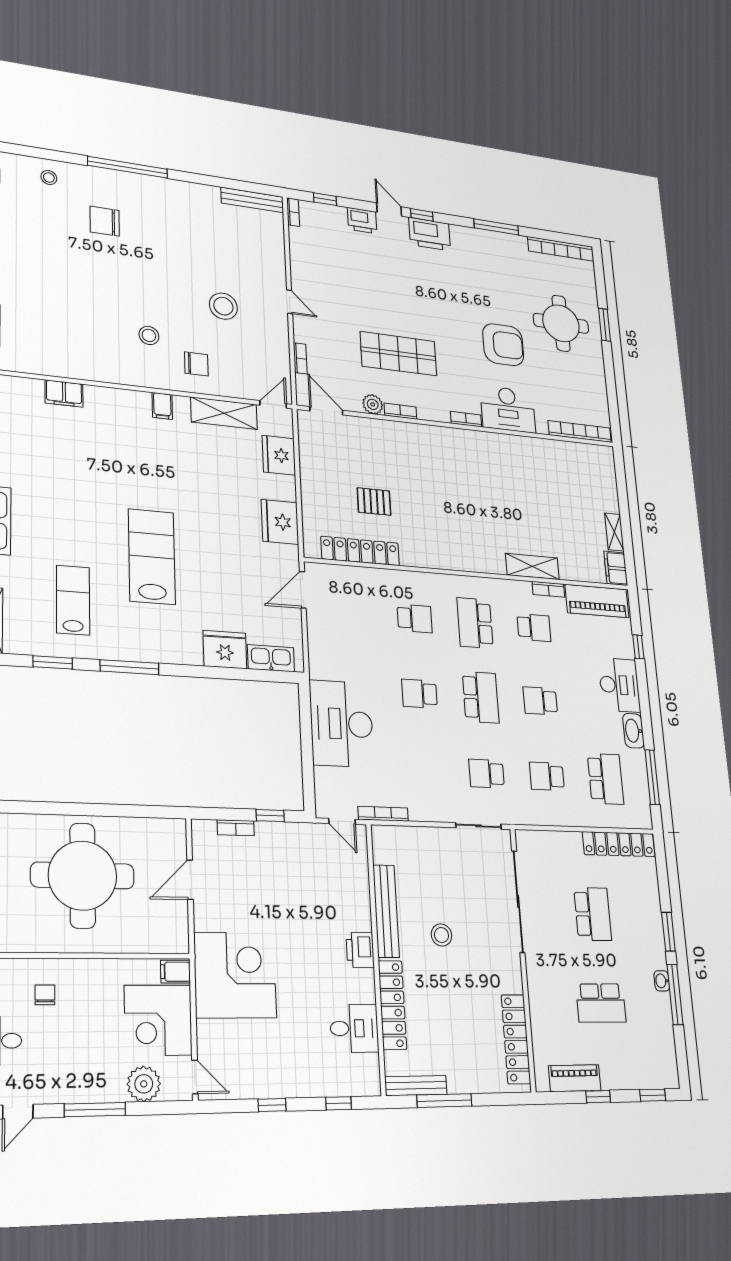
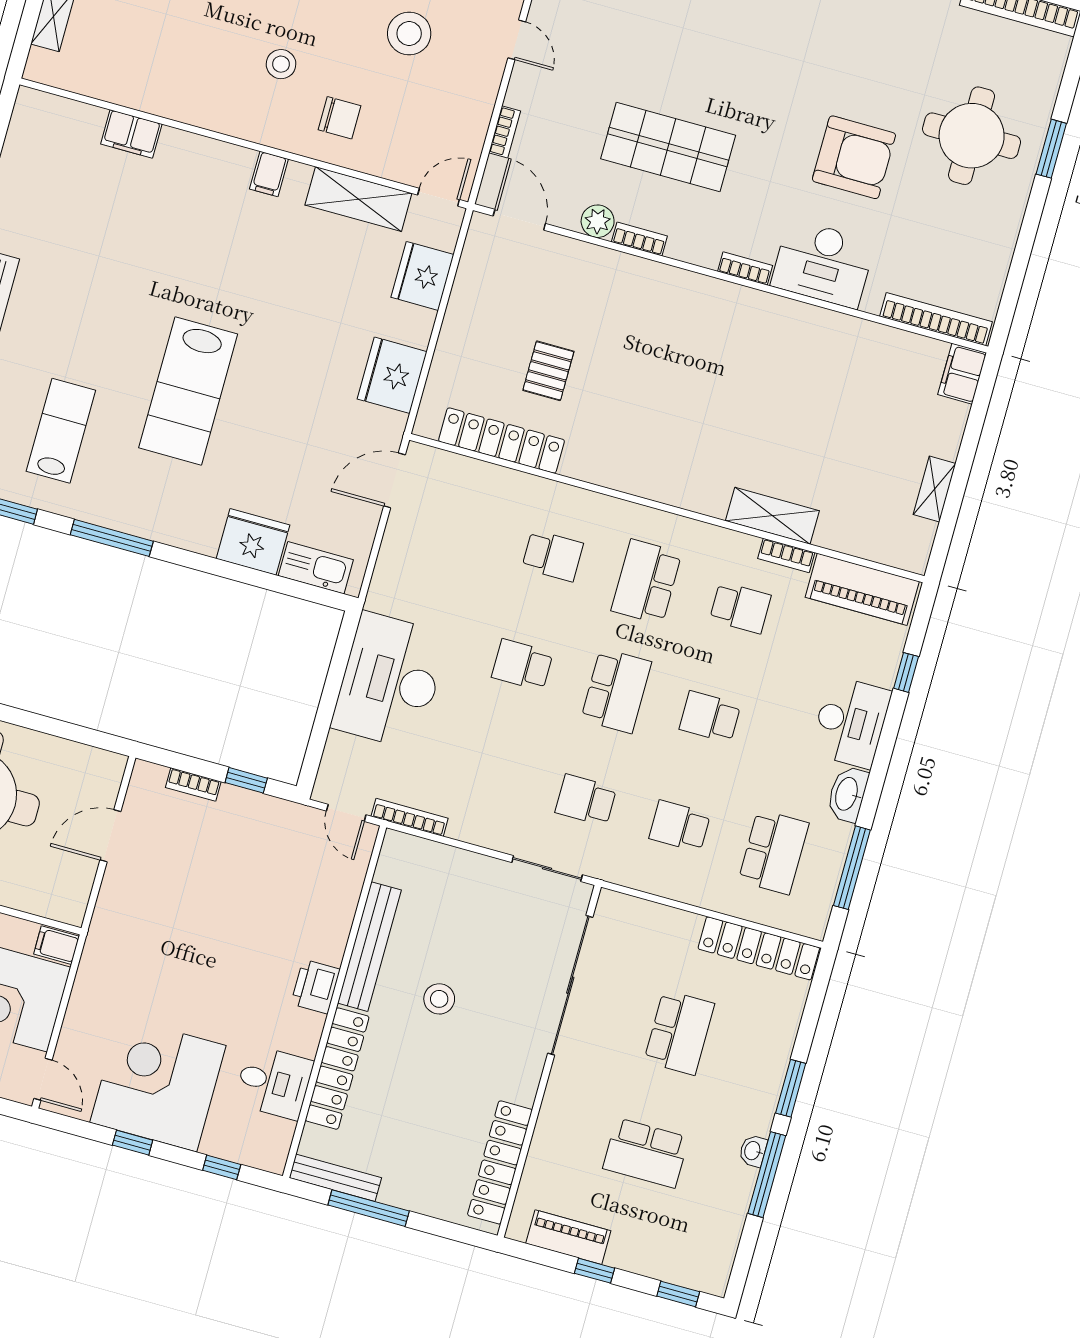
pallet: (374, 502) -> (548, 371), turned 90
lab bench: (152, 557) -> (188, 391), turned 180
filing cabinet: (616, 568) -> (962, 374), moved
corner desk: (235, 975) -> (158, 1084), moved, turned -90

